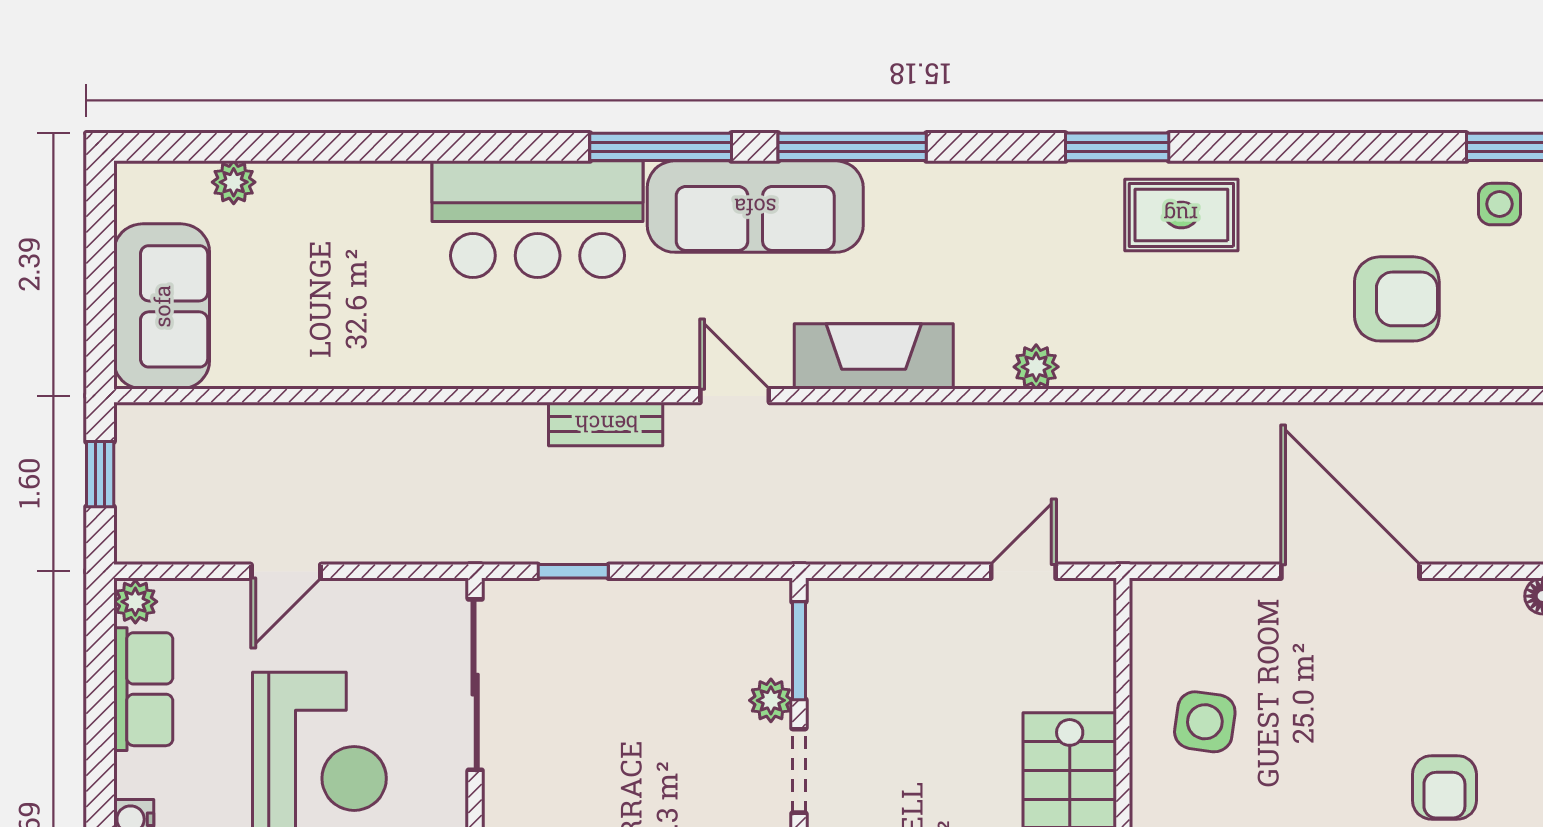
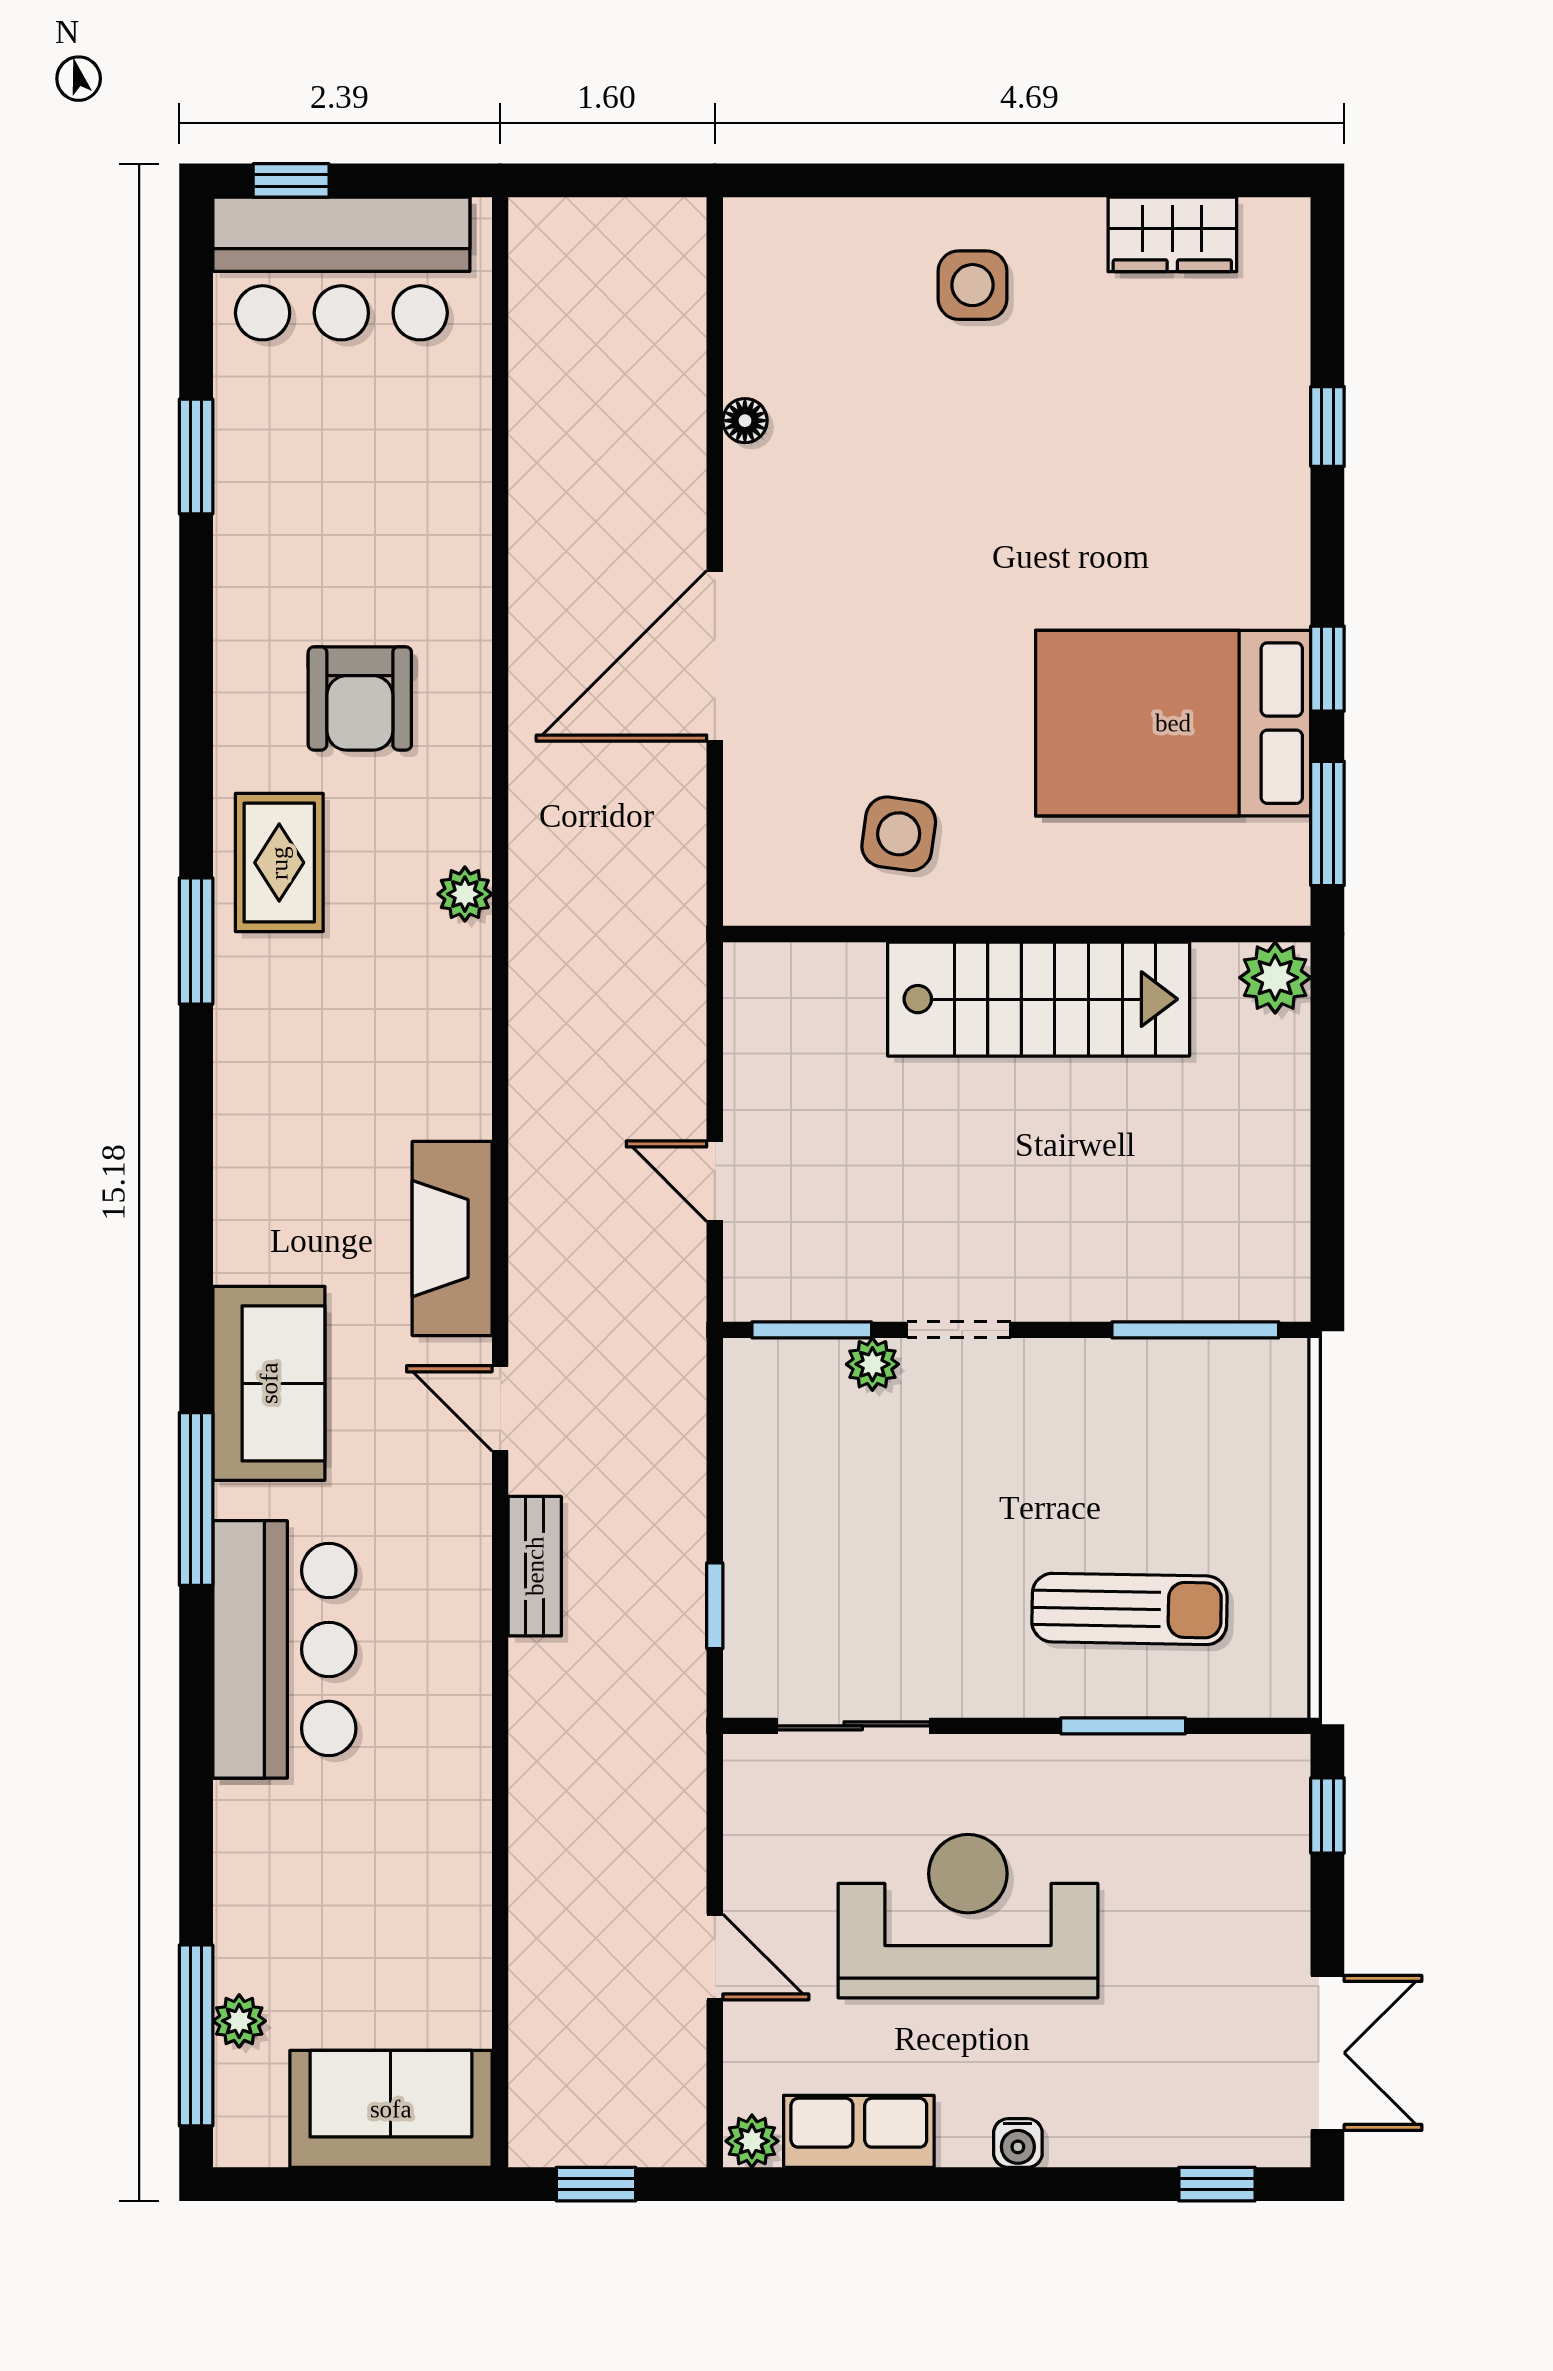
window: (852, 147) -> (196, 2035), moved
side table: (1500, 204) -> (266, 474), removed
sofa: (755, 207) -> (269, 1383), width x0.73
armchair: (1397, 299) -> (360, 698), moved, turned 180
plant: (1036, 367) -> (465, 894), moved
door: (735, 396) -> (500, 1408), hinge flipped
door: (1023, 571) -> (715, 1181), moved
sliding door: (475, 685) -> (853, 1726), width x0.73
armchair: (1444, 787) -> (979, 541), removed

